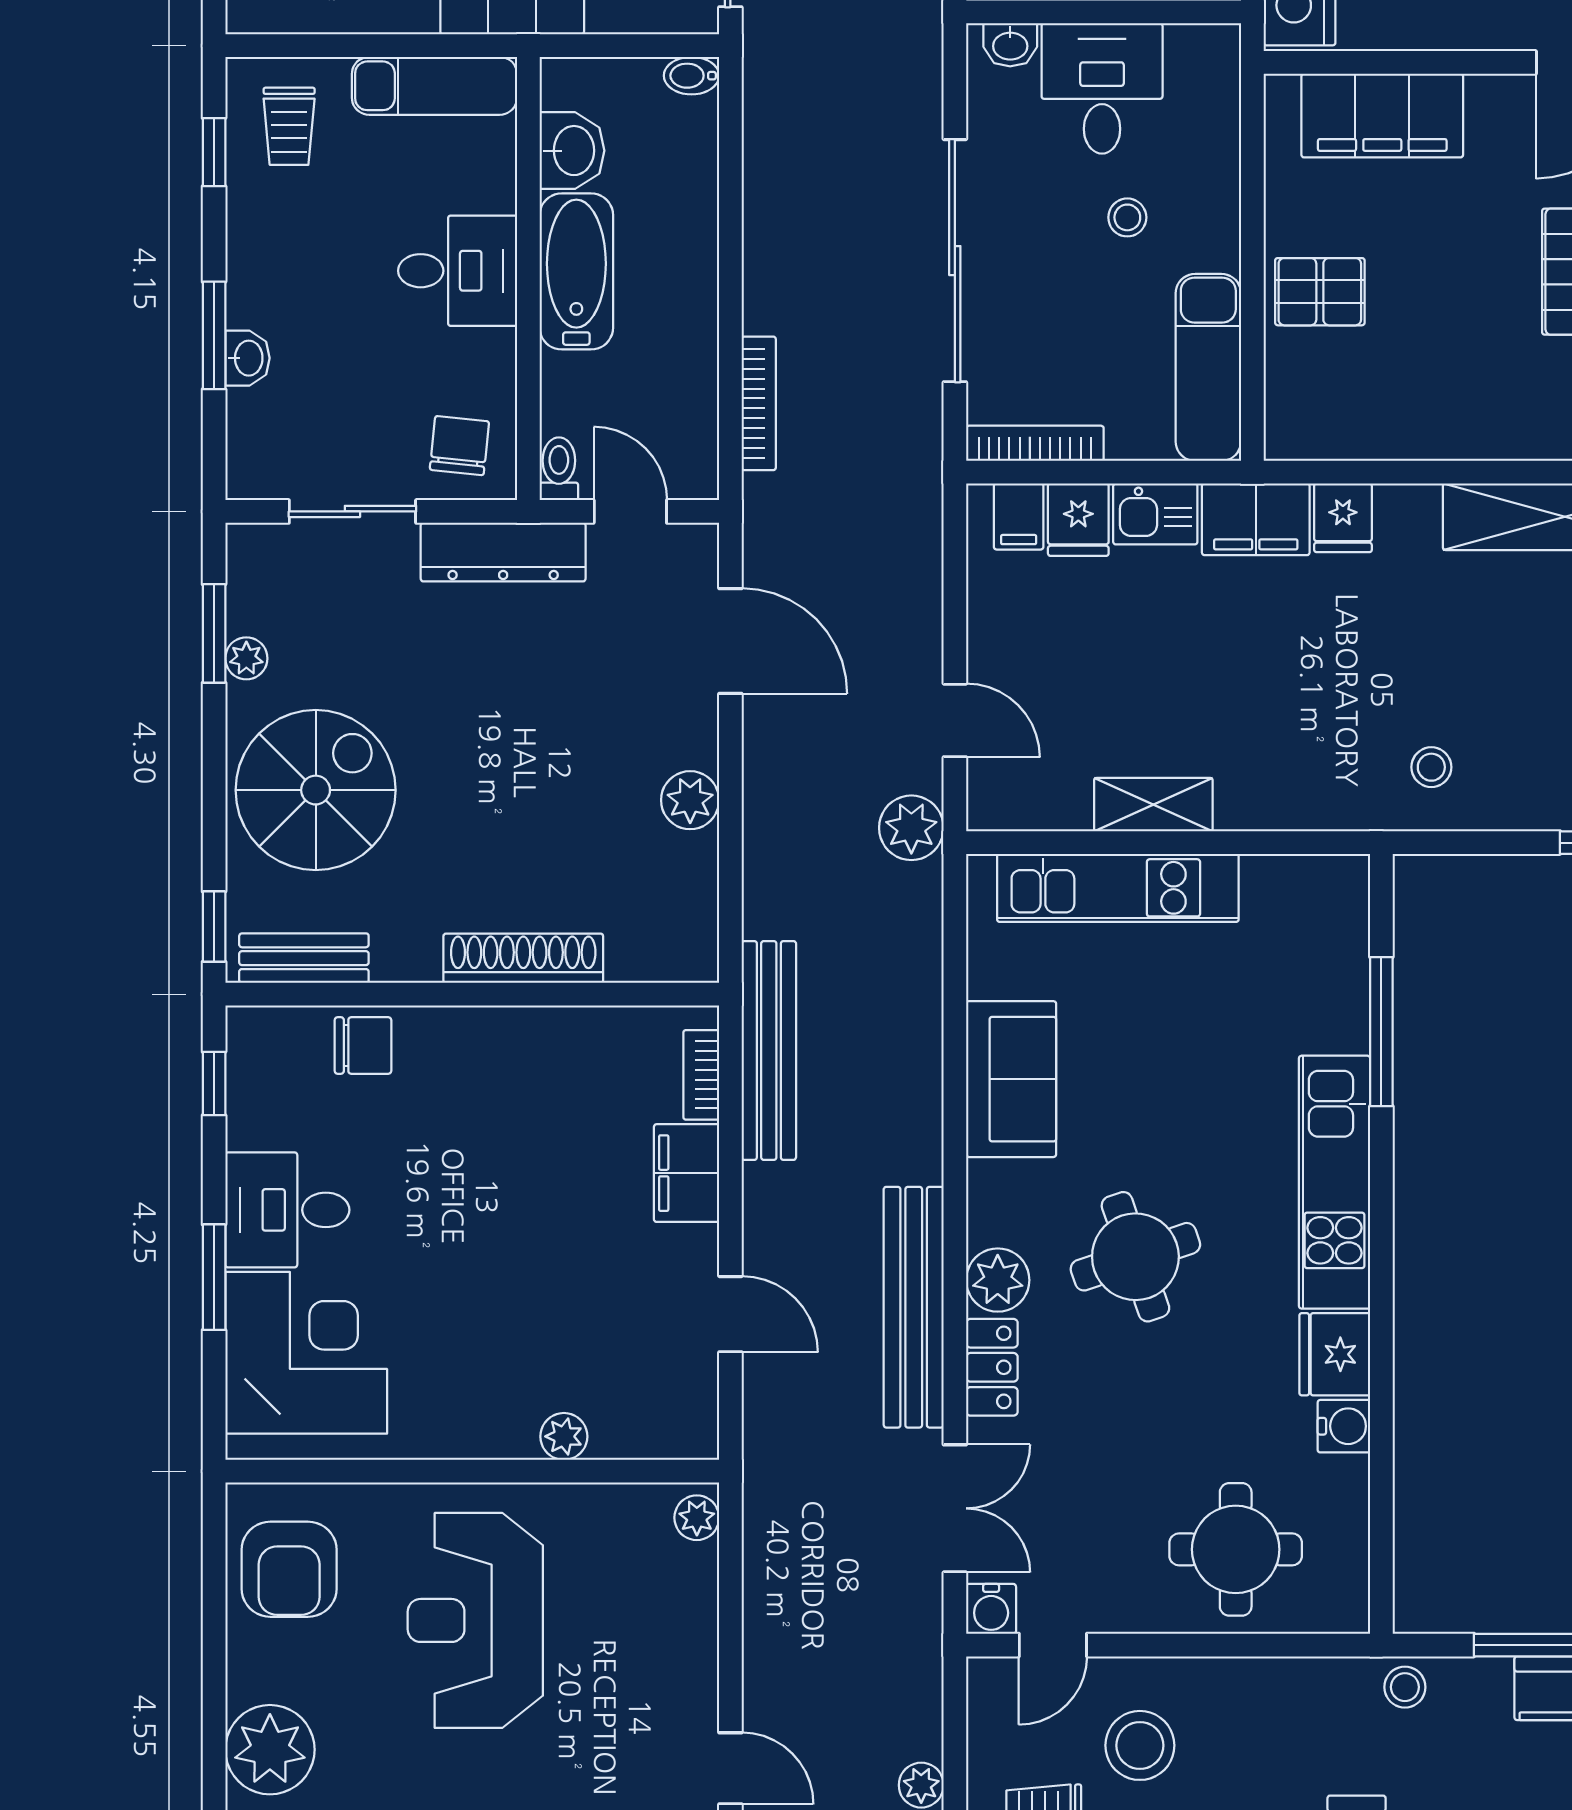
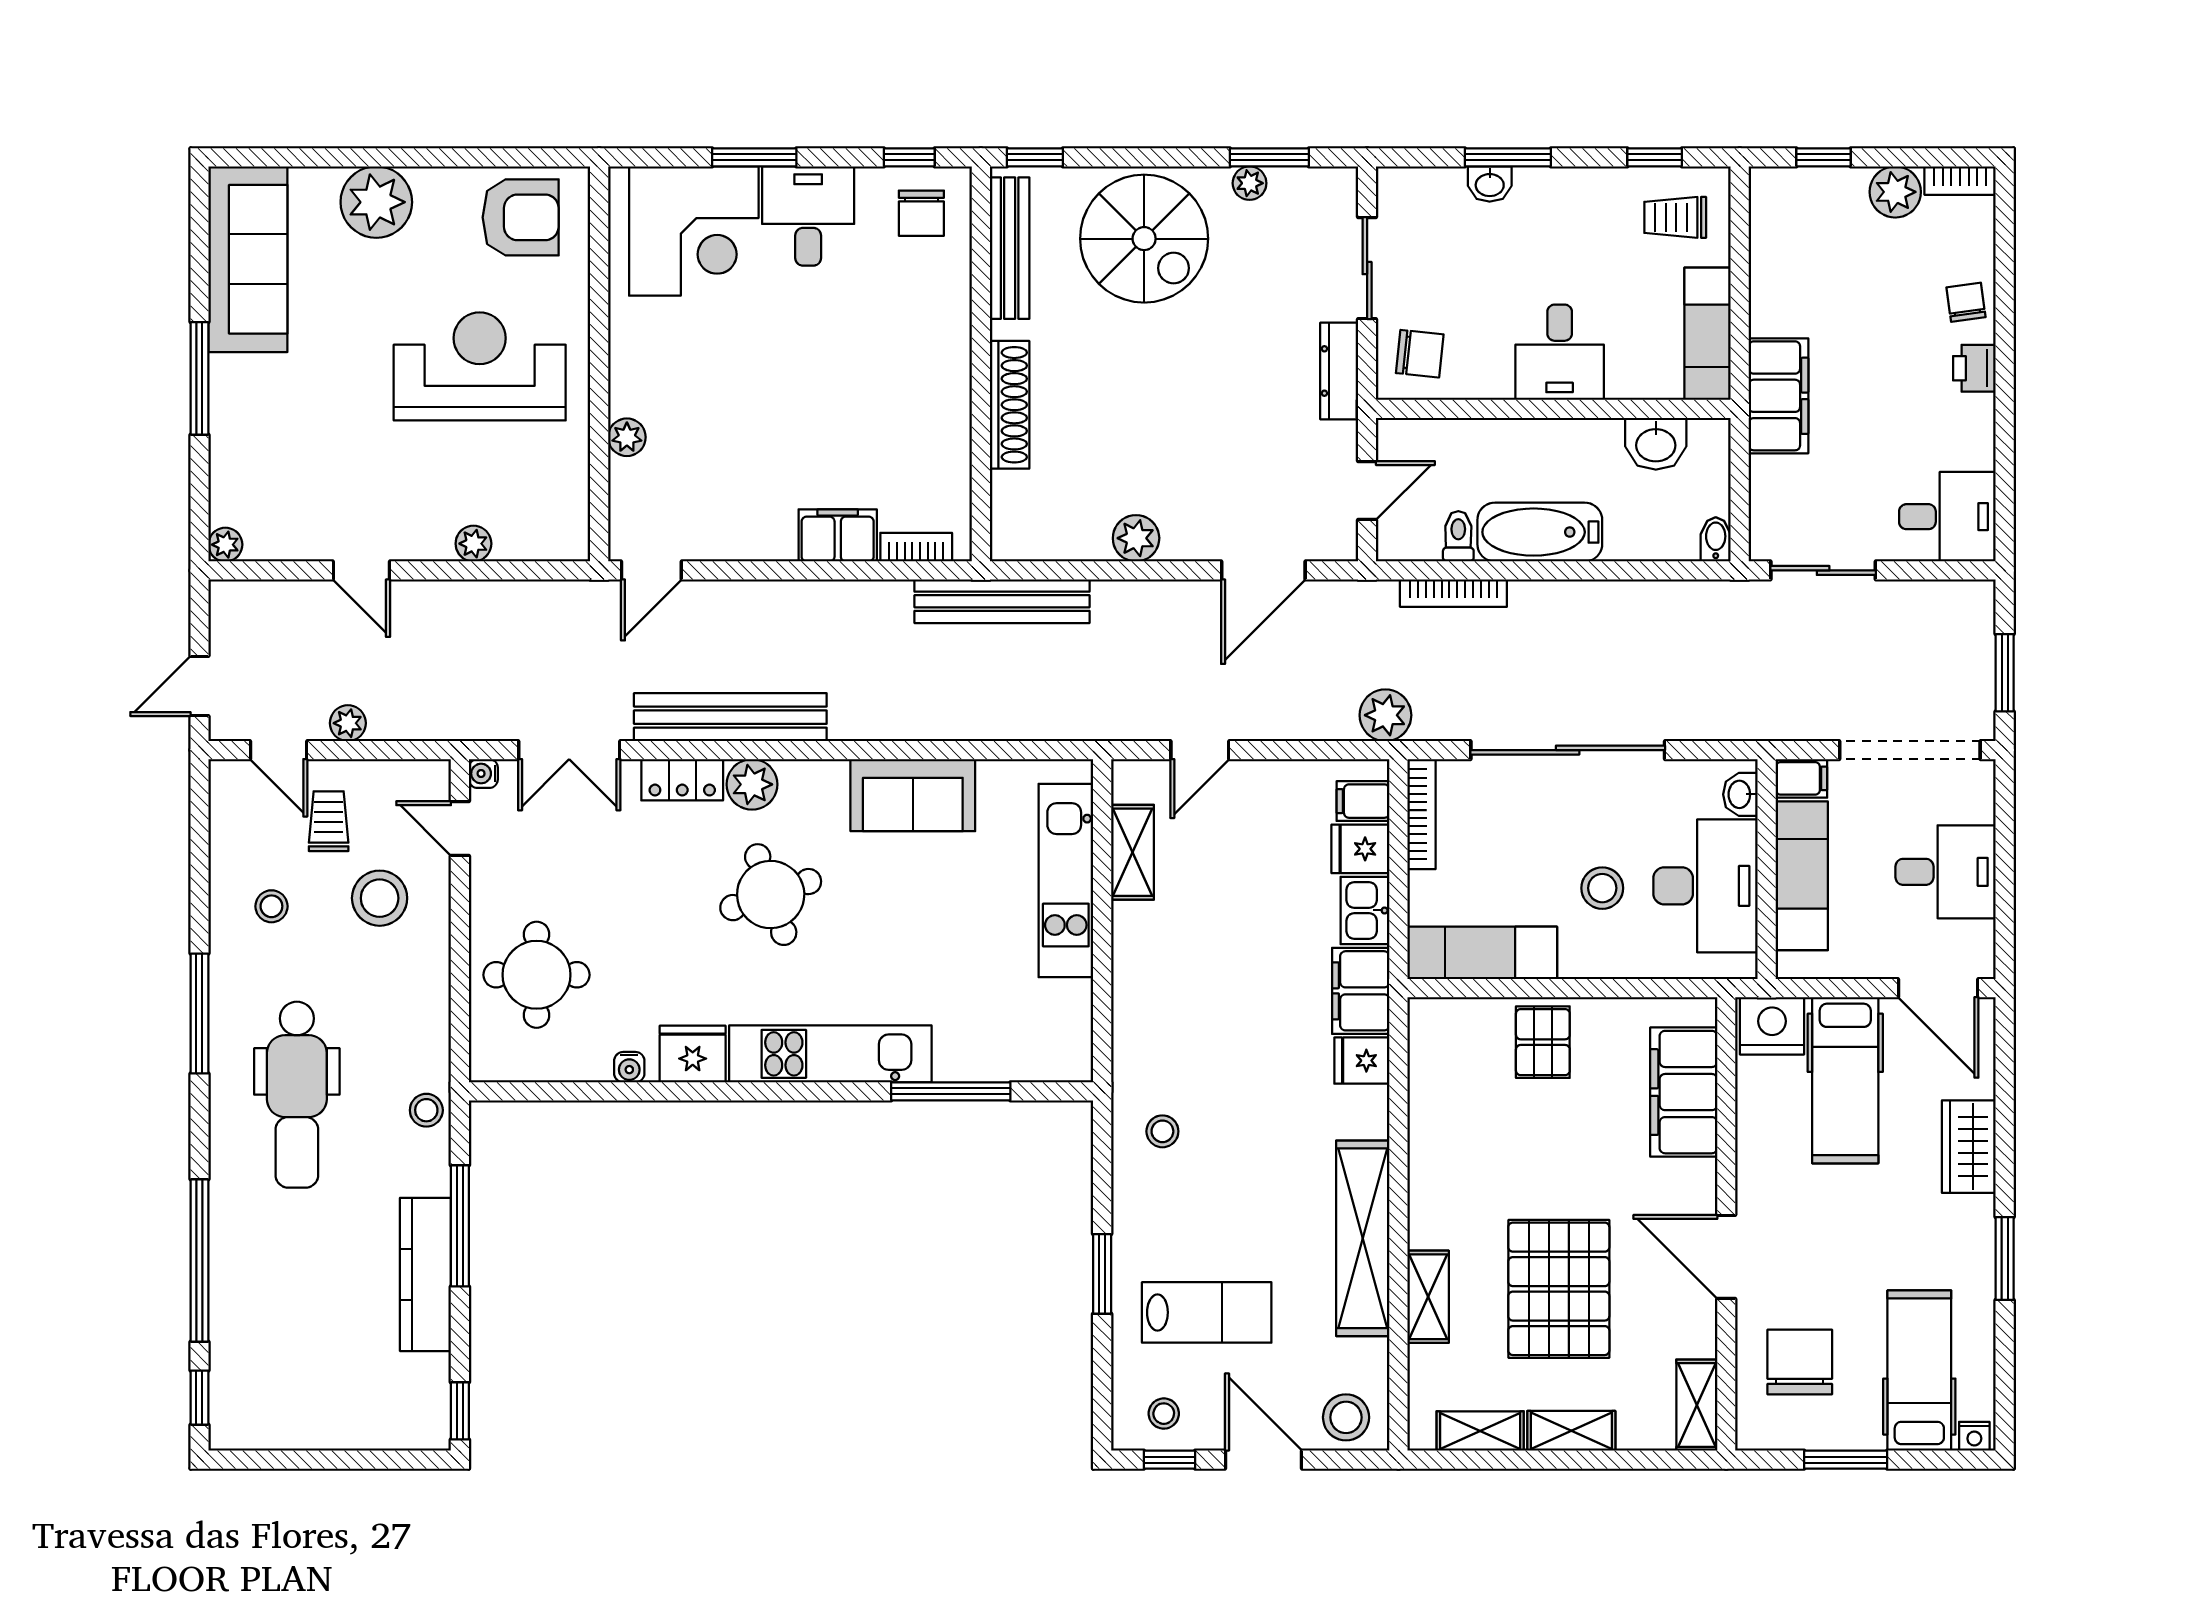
desk: (1102, 88) -> (1705, 886), width x1.37
stool: (1127, 217) -> (1602, 888), width x1.37, depth x1.37
bathtub: (576, 271) -> (1540, 532), moved, turned 180
toilet: (559, 469) -> (1458, 536), moved, turned -90
dresser: (503, 552) -> (1339, 371), width x0.73, depth x0.80
shelving: (1153, 805) -> (1132, 852), moved
plant: (911, 828) -> (1385, 715), moved
bench: (304, 958) -> (1010, 248), width x1.36
chair: (363, 1045) -> (921, 213), moved
bench: (769, 1050) -> (1002, 601), moved
door: (730, 1314) -> (651, 570), moved
water cooler: (1344, 1426) -> (629, 1067), width x0.72, depth x0.72
plant: (697, 1518) -> (473, 544), moved
armchair: (289, 1569) -> (521, 217), turned 180
water cooler: (991, 1609) -> (483, 774), width x0.72, depth x0.72
door: (730, 1768) -> (361, 570), hinge flipped

